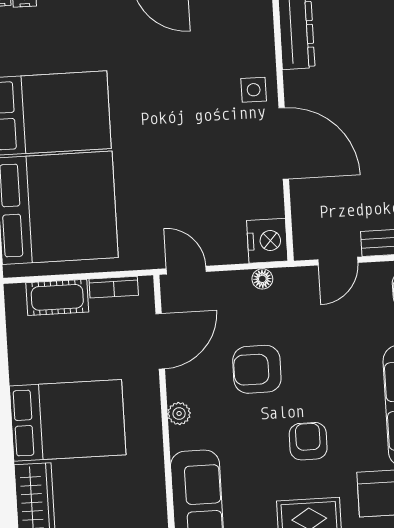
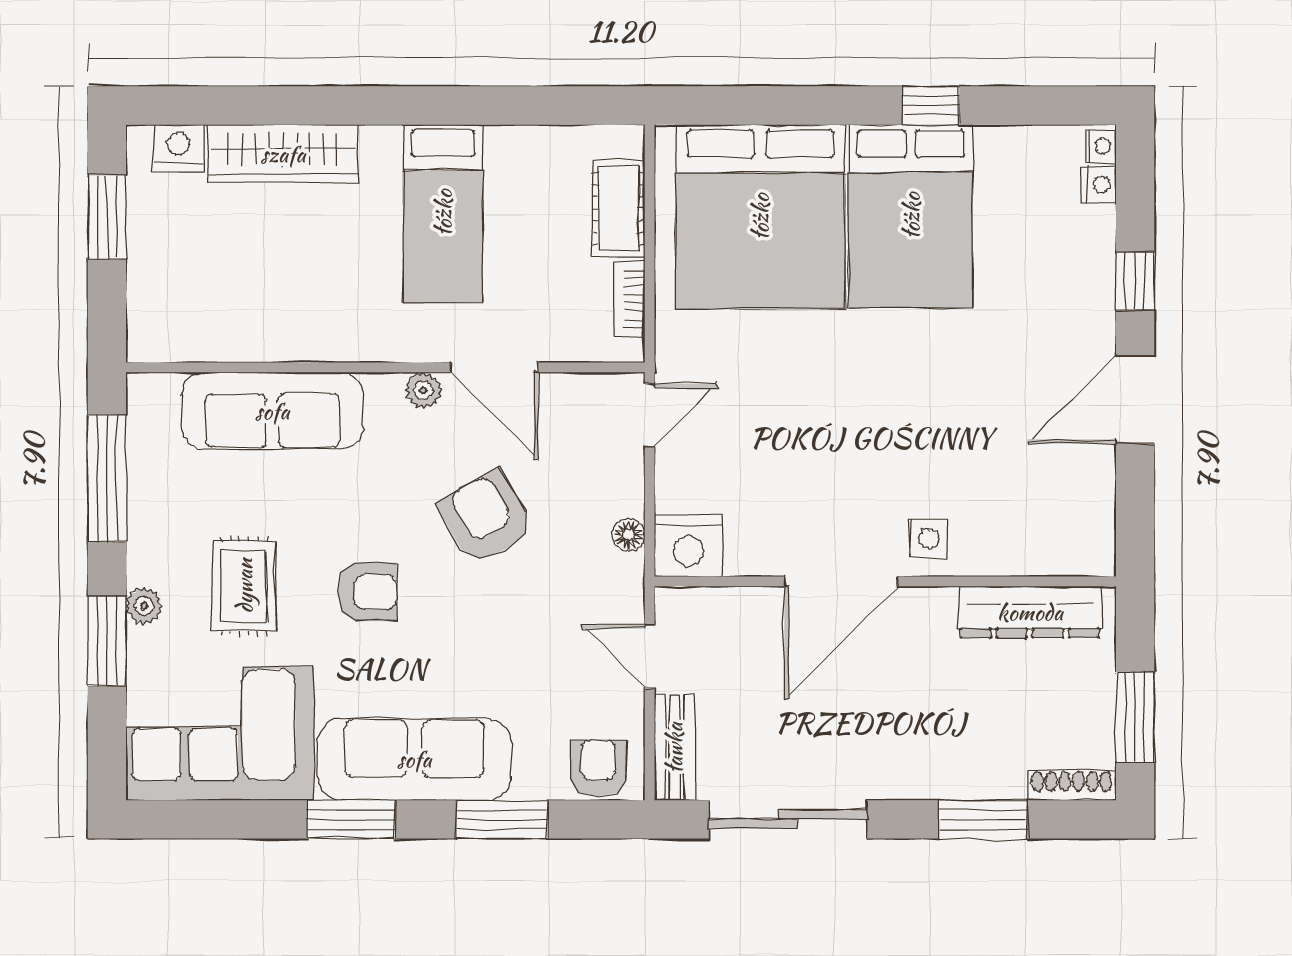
door: (160, 341) -> (495, 367), moved
armchair: (257, 369) -> (486, 518), turned -30
bed: (68, 420) -> (443, 213), width x0.67

